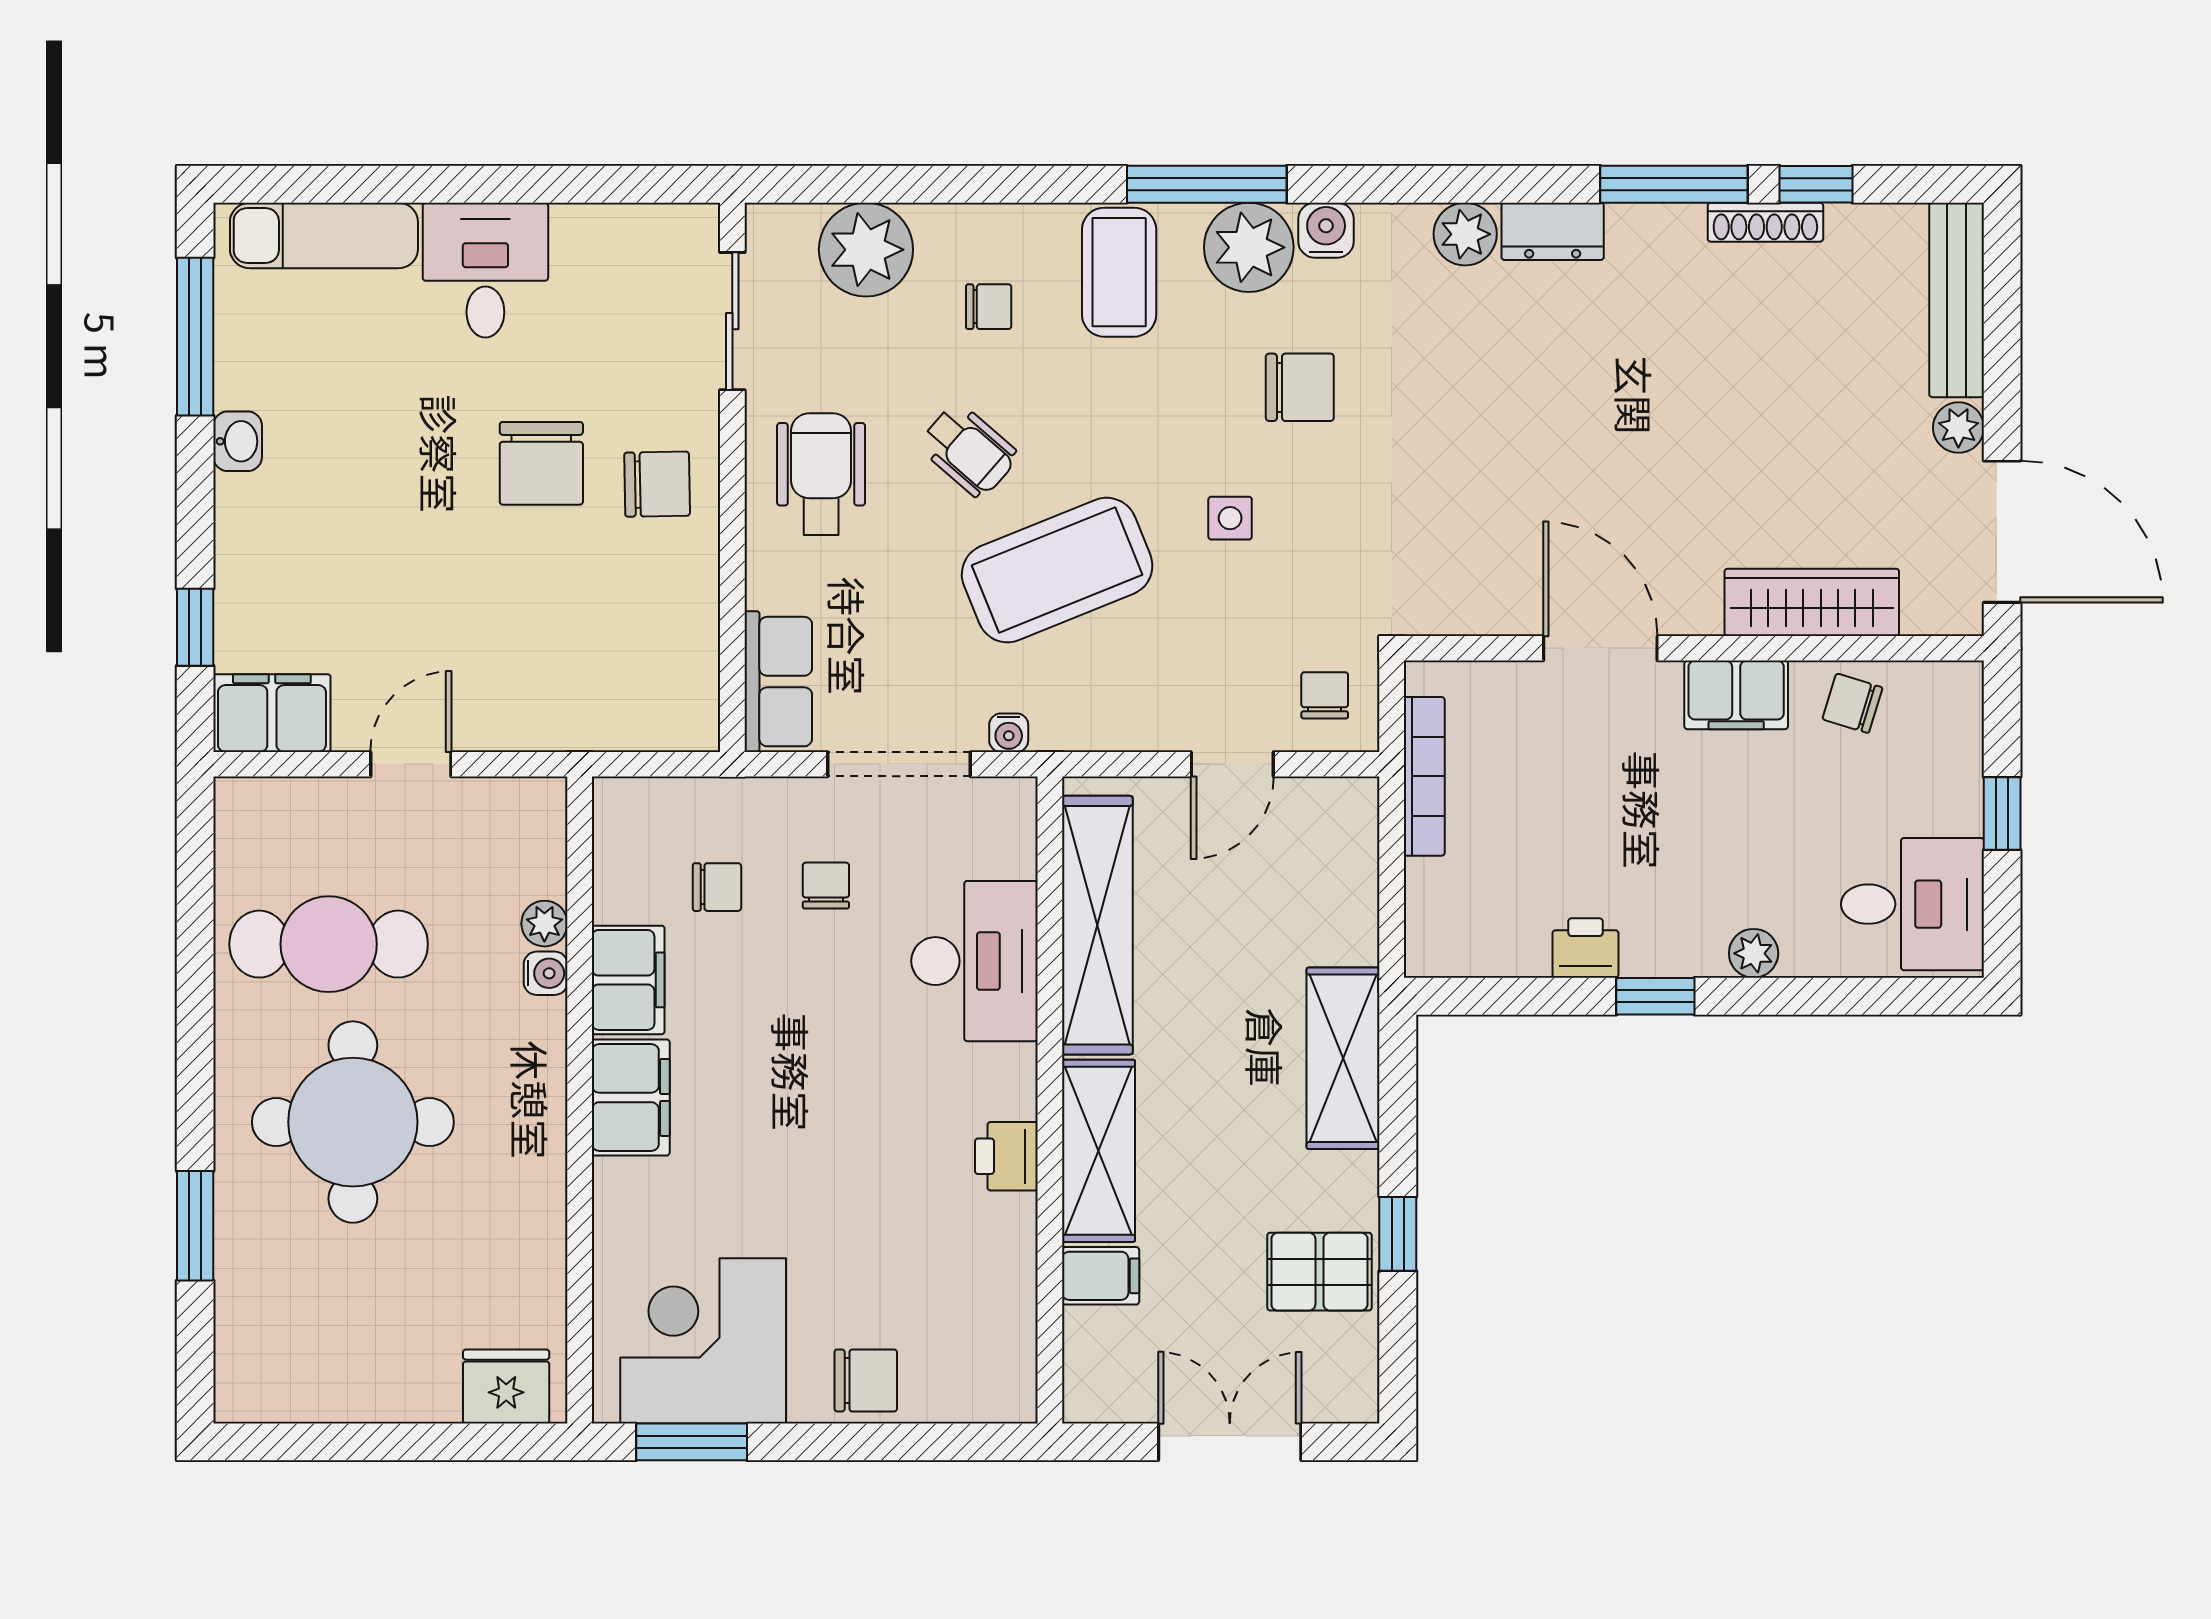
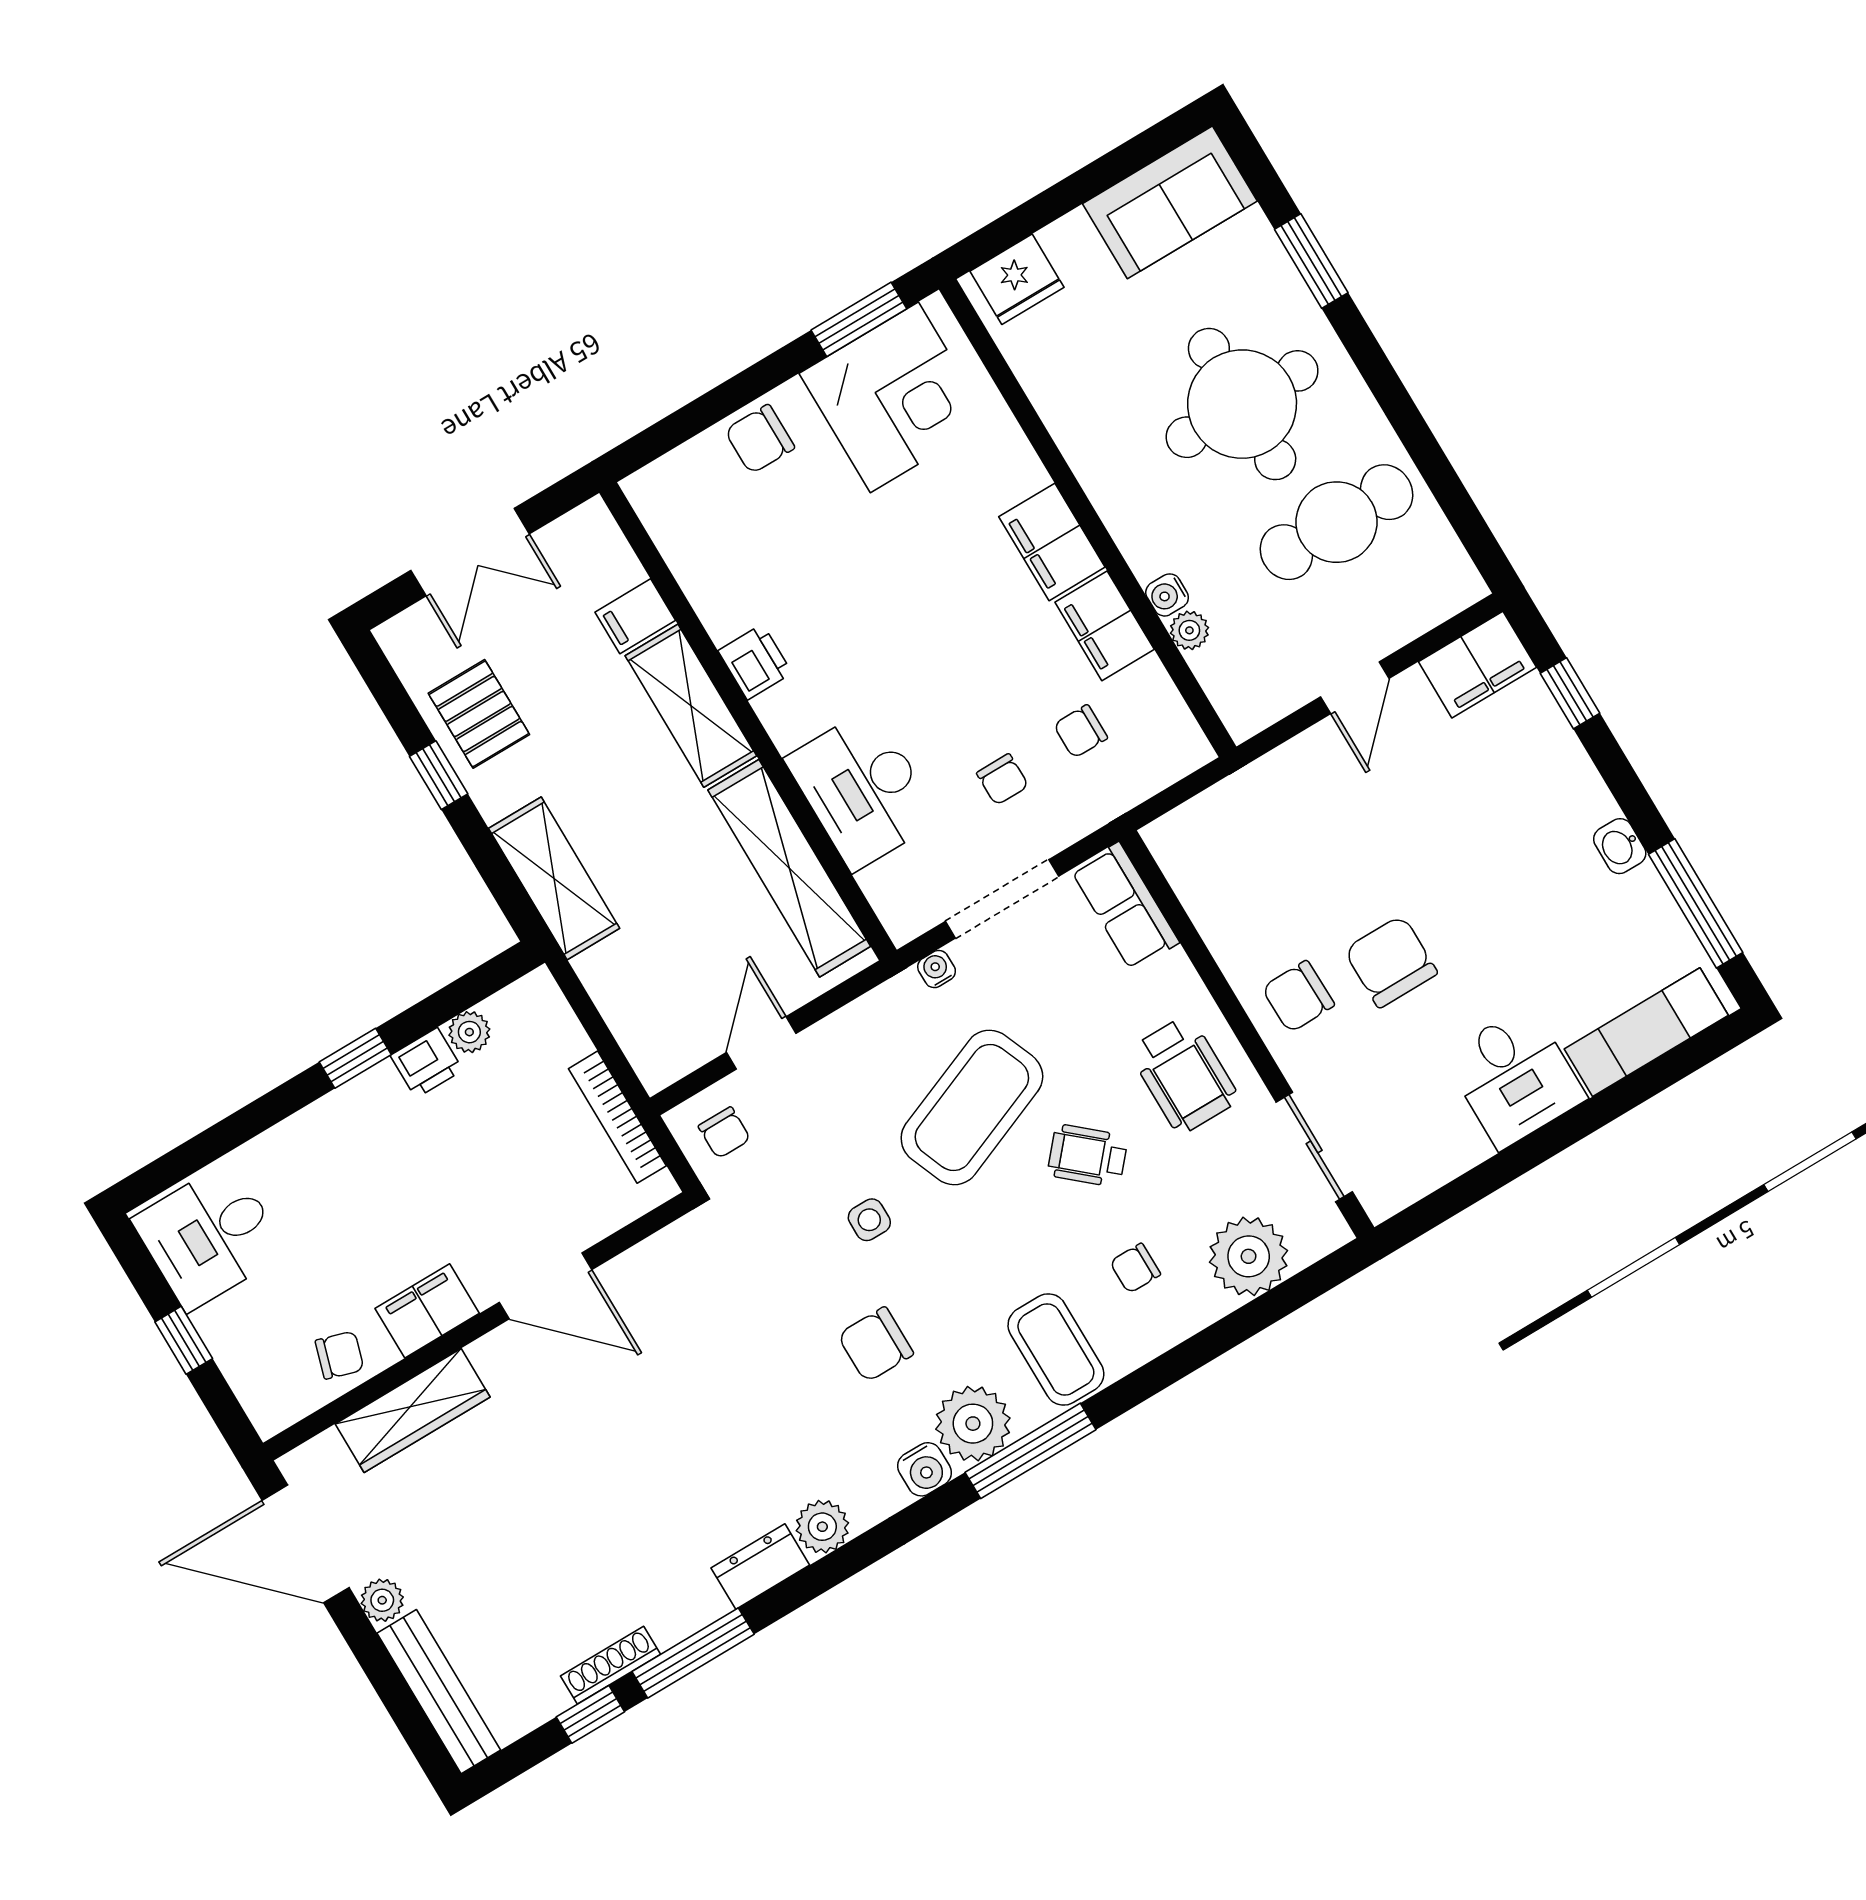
plant: (1754, 953) -> (469, 1032), moved
pallet: (1319, 1272) -> (479, 714), turned 90
sofa: (303, 1372) -> (1170, 202), added

